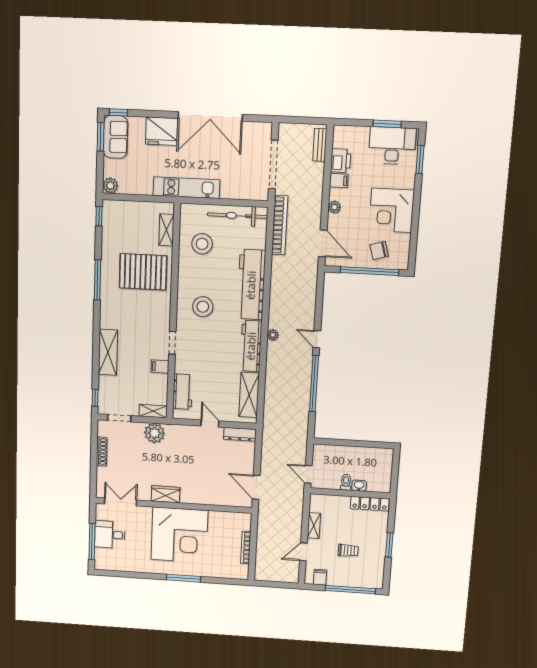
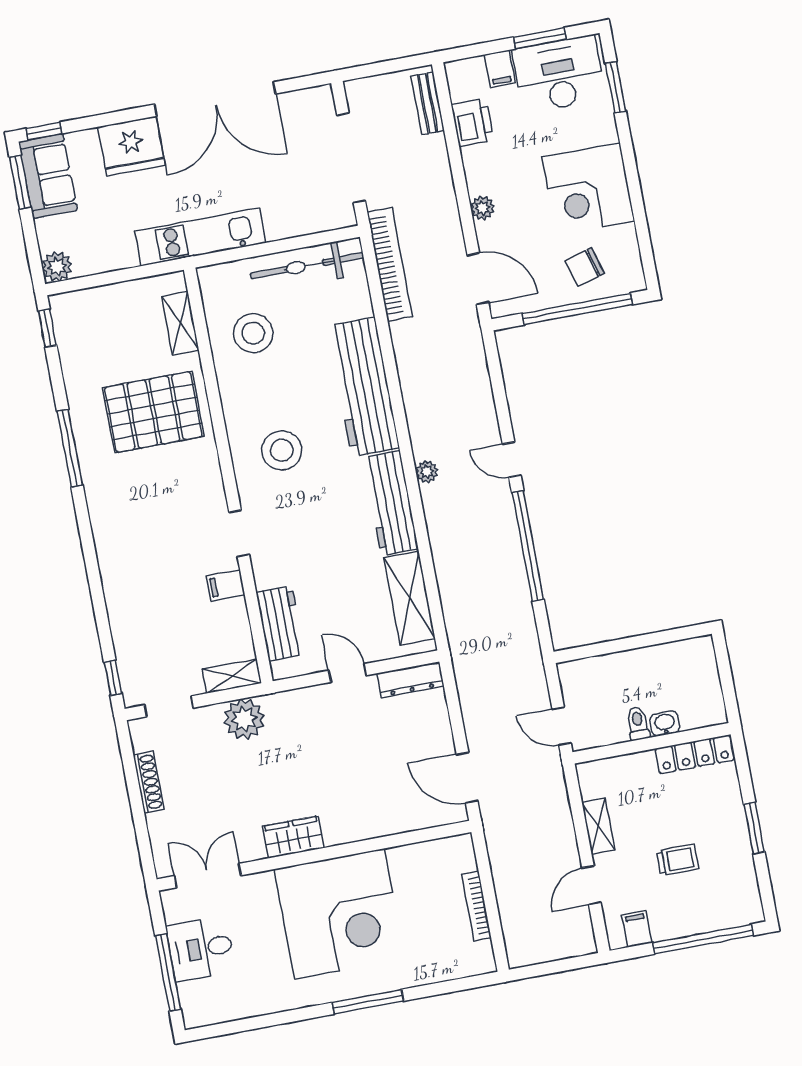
filing cabinet: (339, 181) -> (500, 69), moved, turned 90
shelving: (108, 352) -> (119, 582), removed

